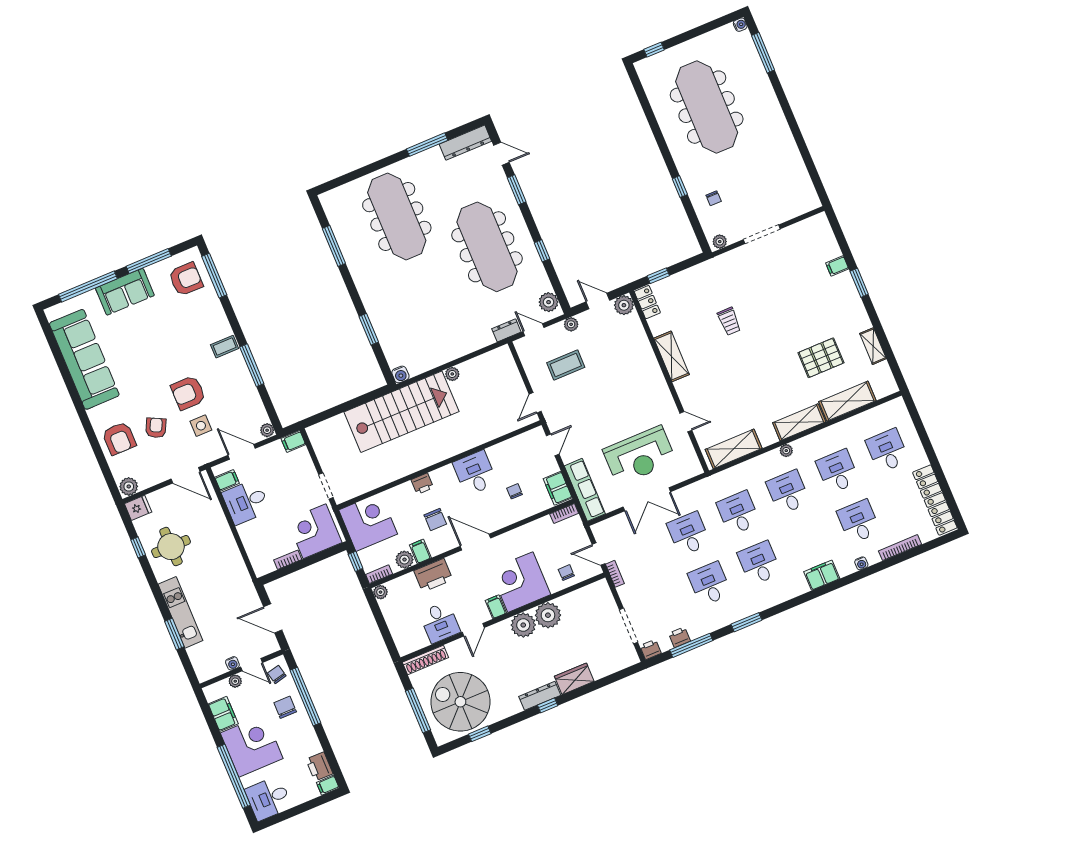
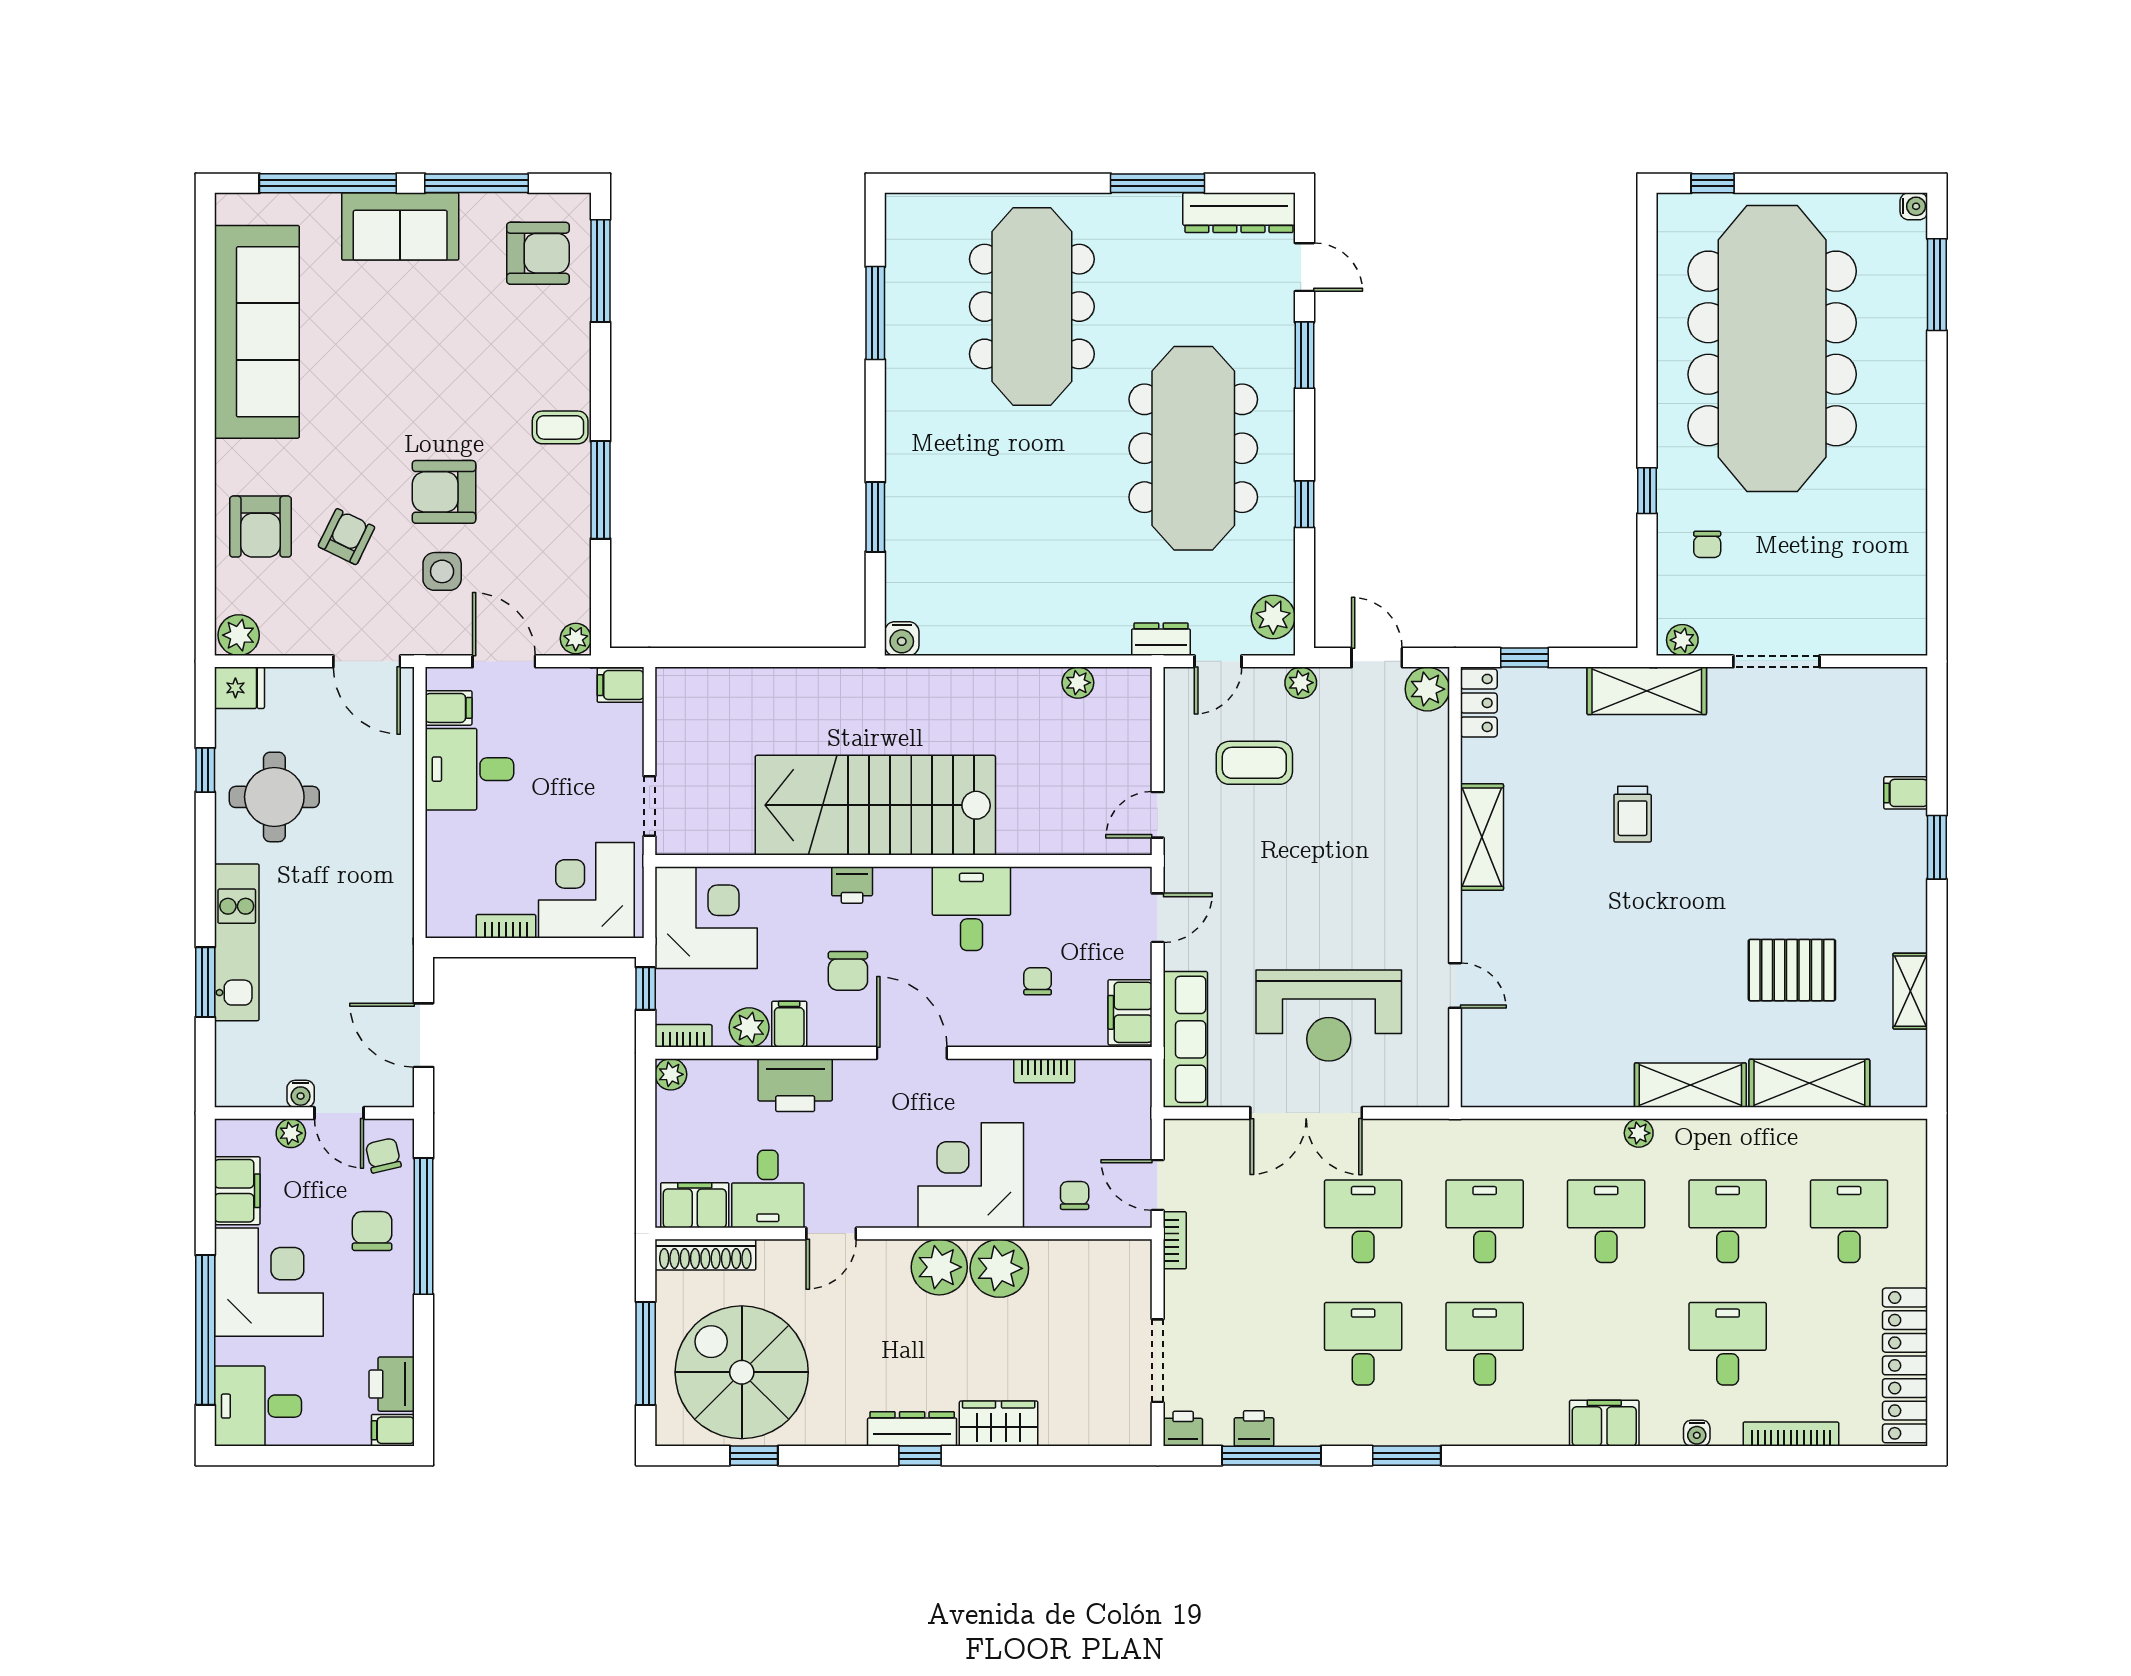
meeting table: (707, 107) -> (1772, 348), width x1.36, depth x1.27
door: (534, 330) -> (1218, 661), swing flipped
plant: (452, 374) -> (1078, 683), moved
stairs: (401, 412) -> (875, 805), moved, turned 180
shelving: (734, 449) -> (1647, 691), moved
bookcase: (564, 514) -> (1044, 1071), moved
filing cabinet: (496, 607) -> (695, 1205), moved, width x2.00

